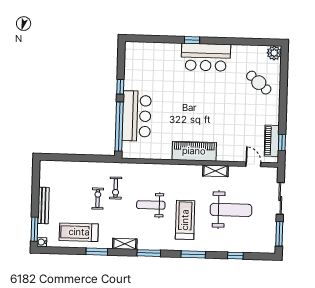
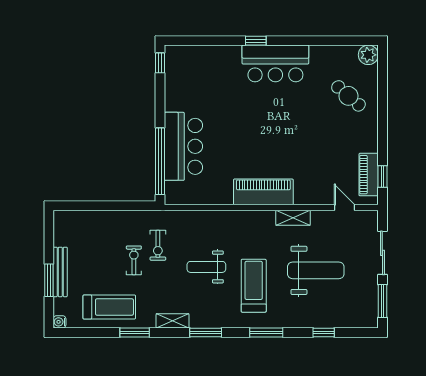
window: (120, 87) -> (160, 63), moved
window: (34, 229) -> (49, 280), moved
treadmill: (79, 232) -> (109, 307), turned 180

